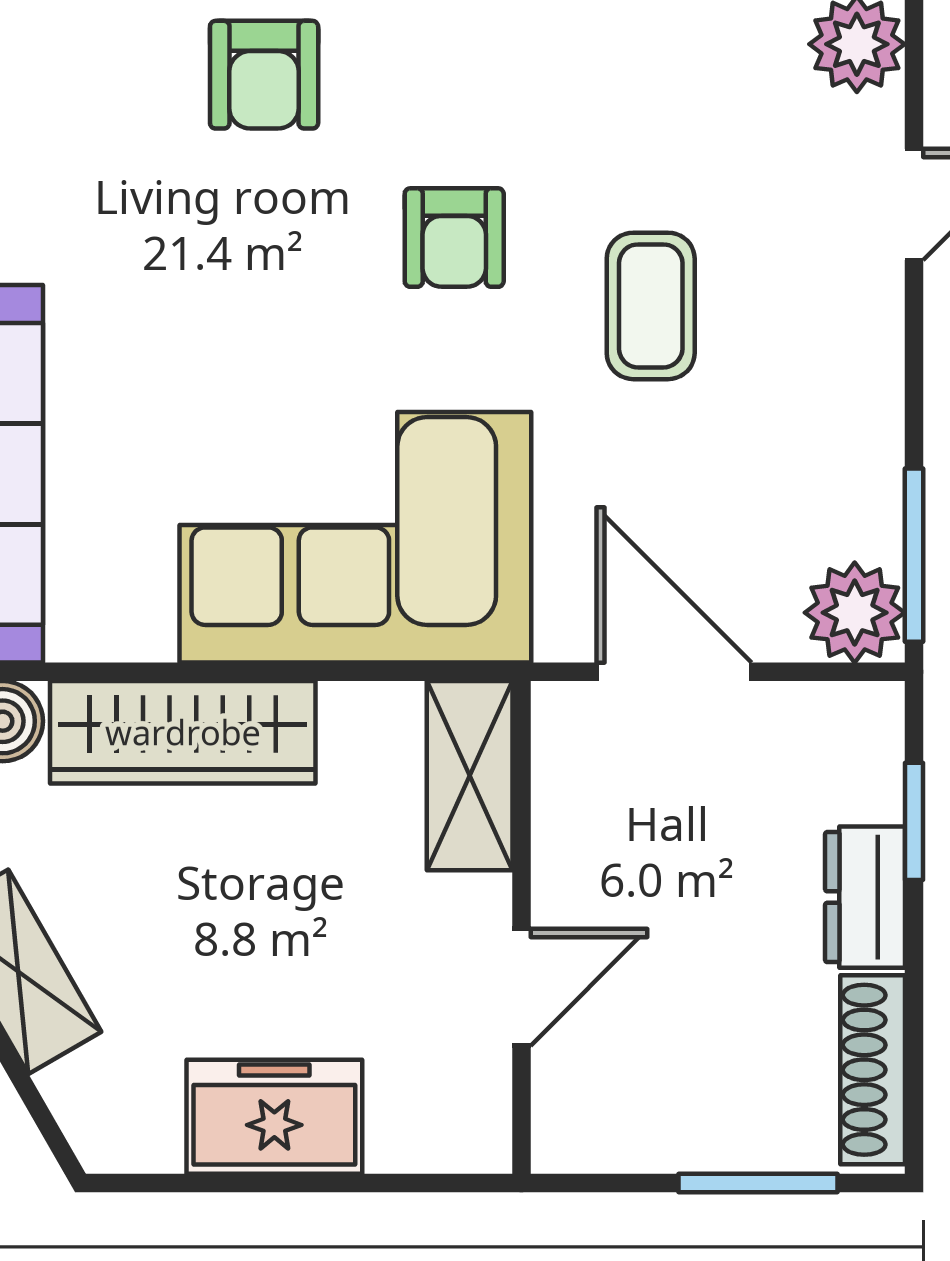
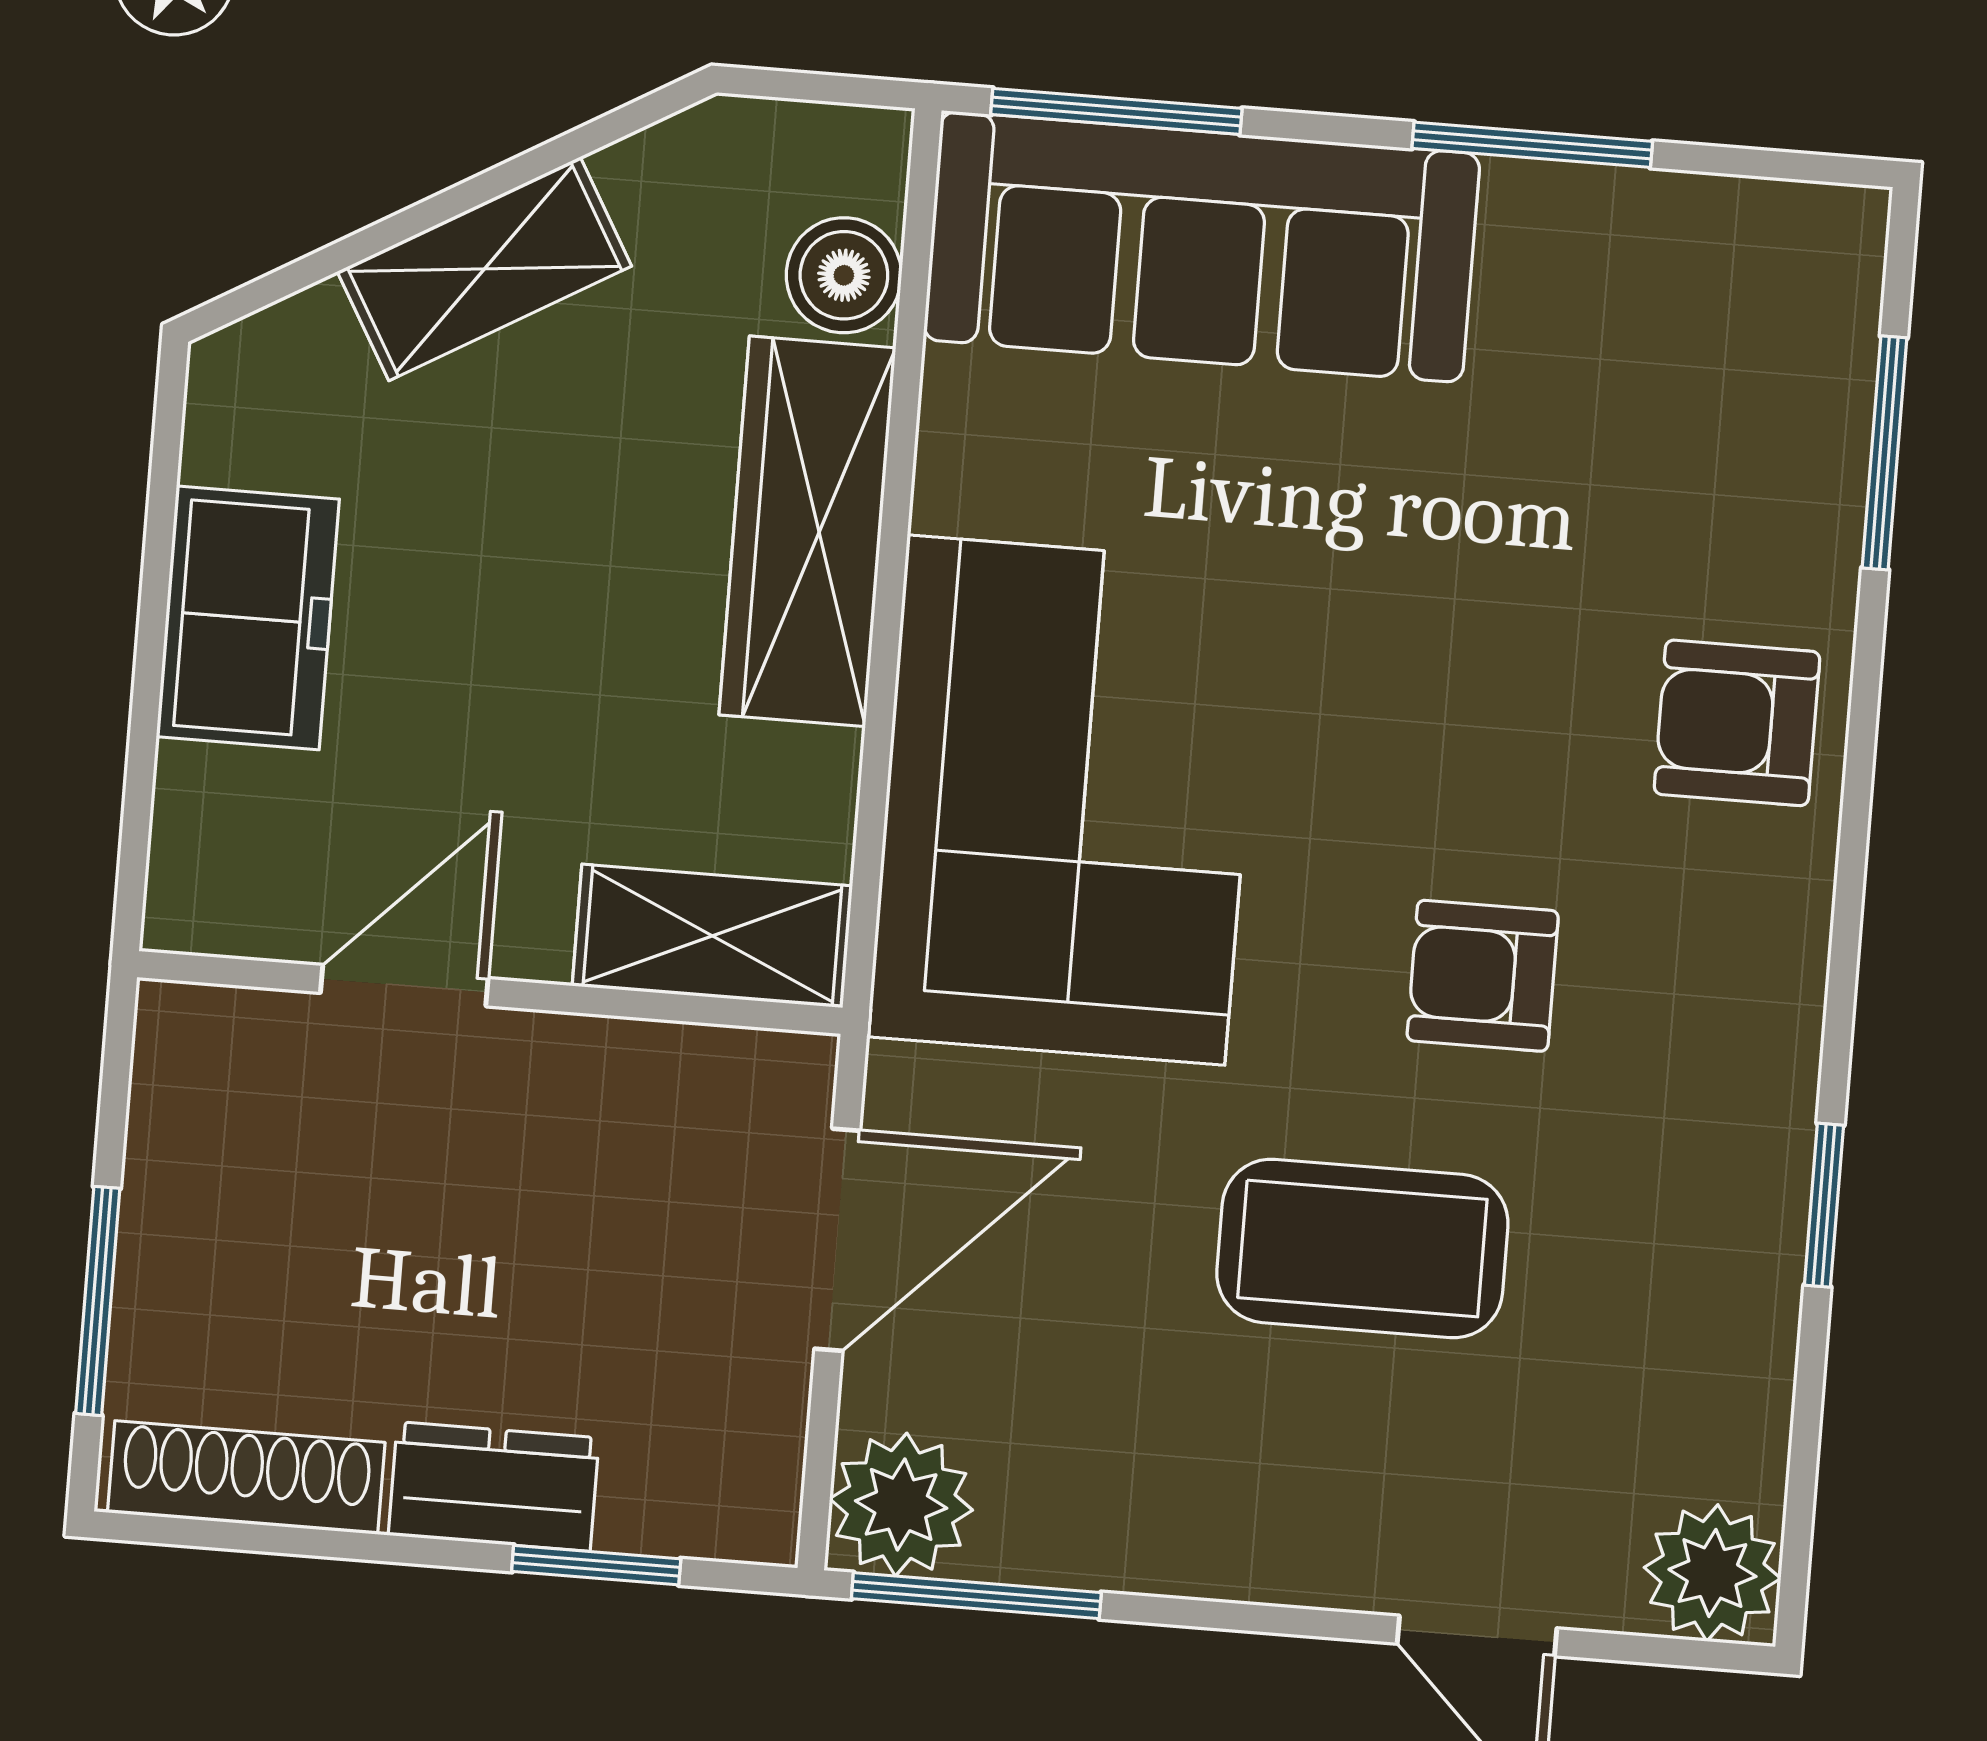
coffee table: (651, 306) -> (1362, 1248), width x1.36, depth x1.30
door: (521, 987) -> (404, 986), swing flipped

